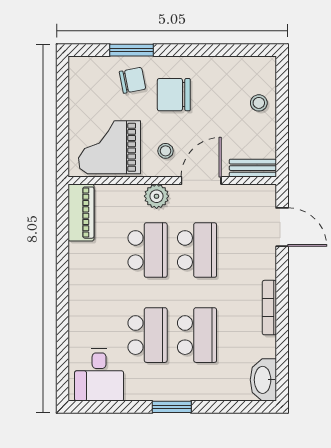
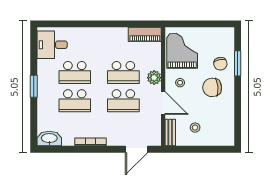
chair: (174, 95) -> (212, 87), turned -95
stool: (259, 103) -> (195, 128), moved

